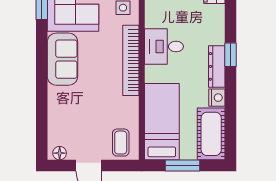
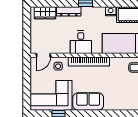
dresser: (217, 66) -> (69, 11), moved

